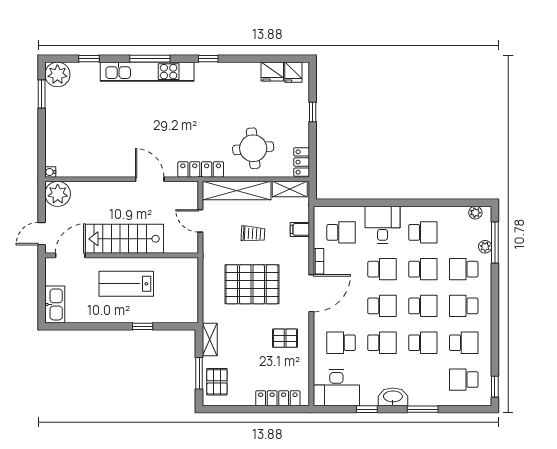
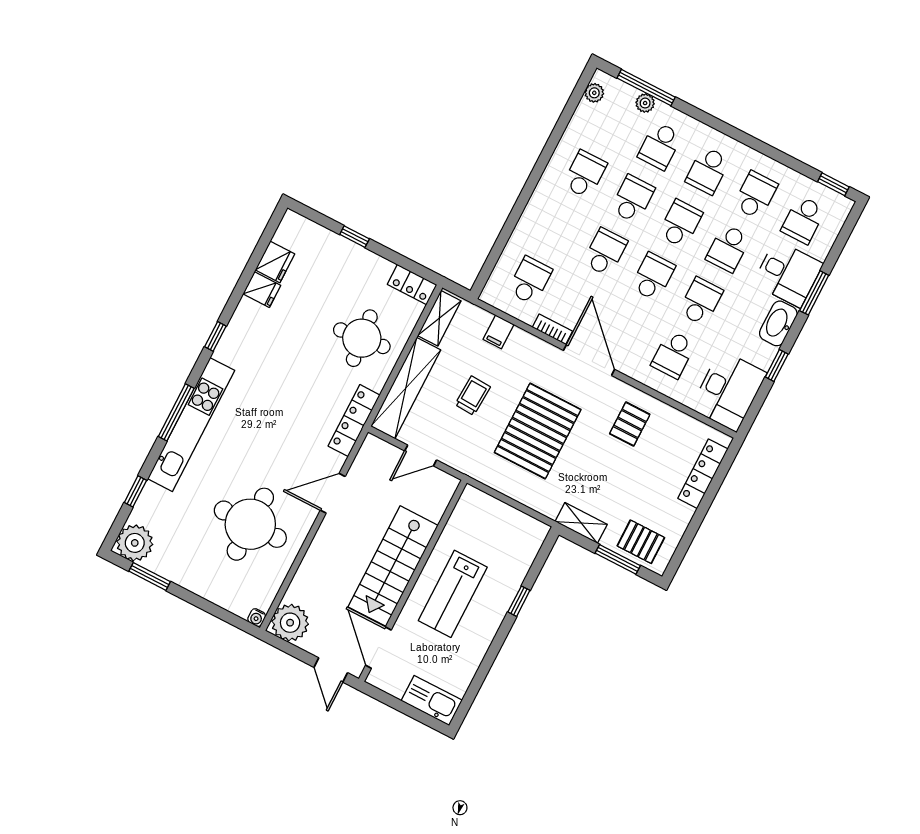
fridge: (293, 72) -> (262, 290), moved
round table: (105, 139) -> (250, 524), added
desk: (382, 225) -> (788, 274), moved, turned 180
school desk: (423, 343) -> (728, 248), turned 180

